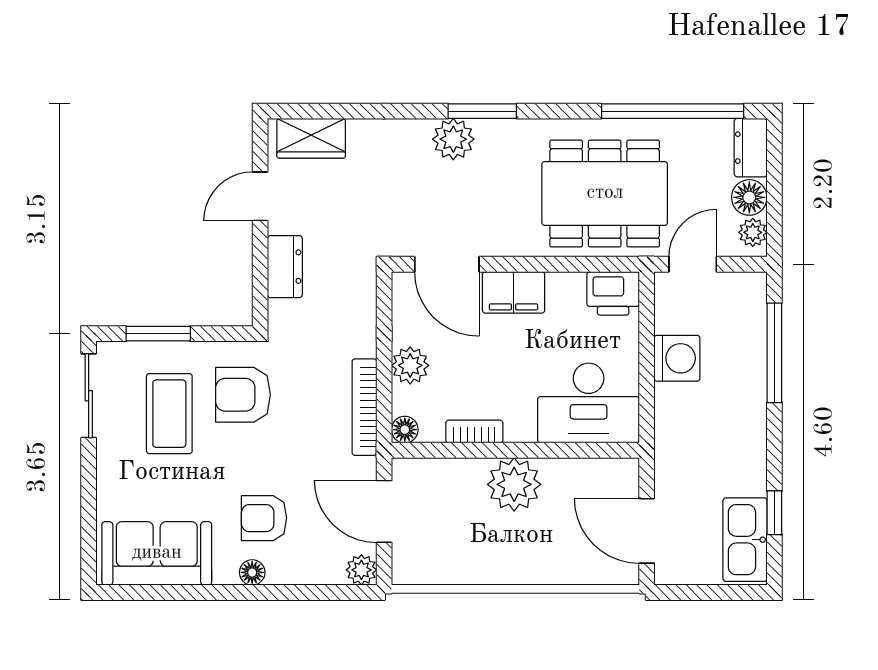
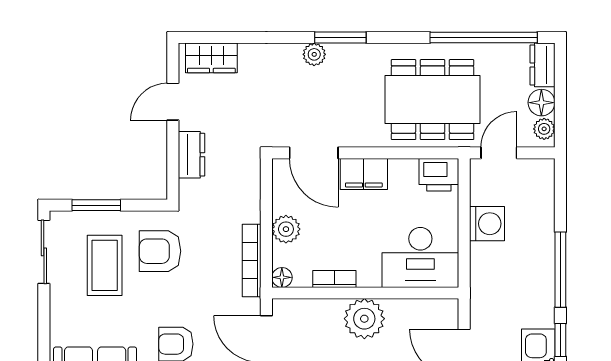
plant: (453, 139) -> (314, 54), width x0.73, depth x0.73
window: (774, 353) -> (560, 270), moved

